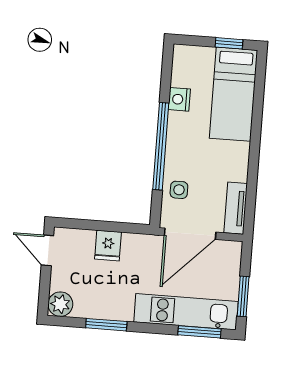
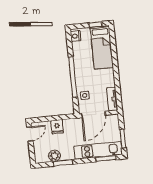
nightstand: (179, 99) -> (76, 36), moved
door: (47, 250) -> (30, 134), swing flipped
plant: (60, 304) -> (54, 156), moved

